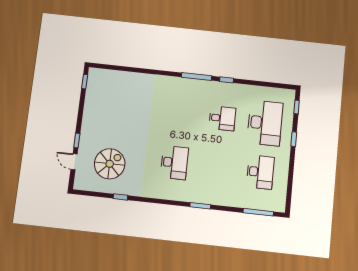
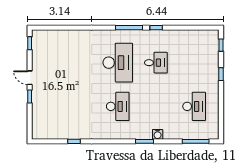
desk: (265, 123) -> (118, 63), moved
door: (74, 162) -> (30, 78), moved
spiral stairs: (110, 164) -> (61, 114), removed
water cooler: (216, 199) -> (158, 134), added

